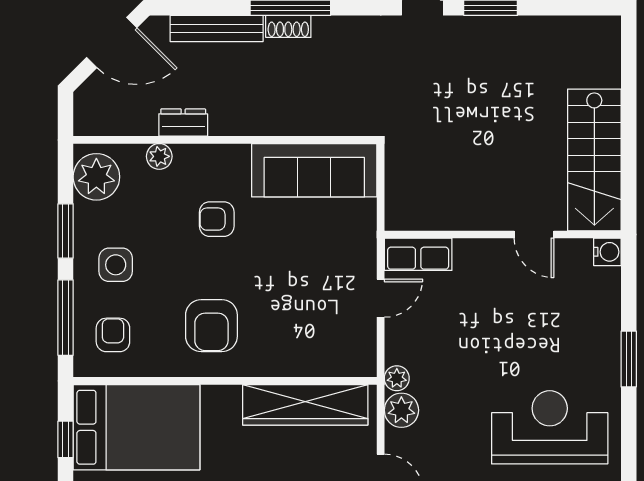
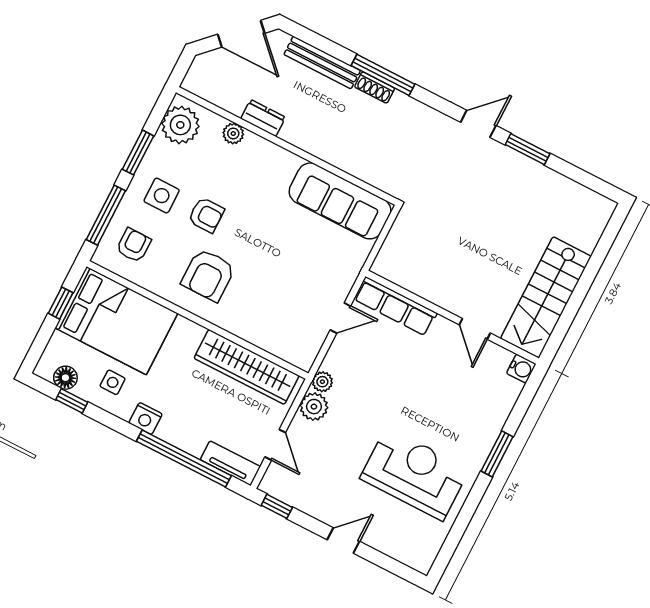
armchair: (217, 219) -> (206, 215), moved, turned 180
row of seats: (418, 254) -> (395, 306), width x1.48

